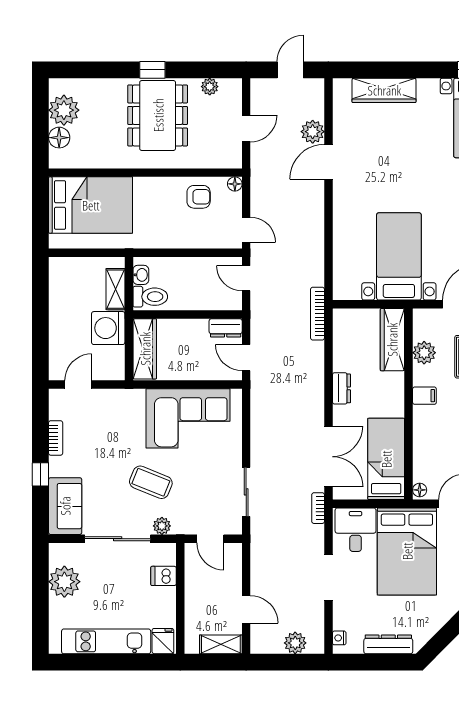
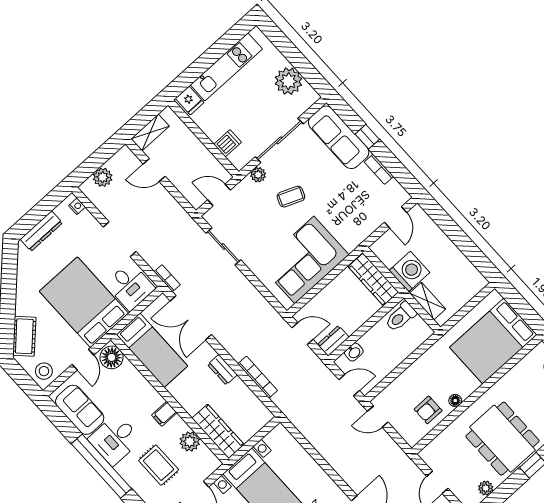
floor lamp: (235, 184) -> (455, 401), moved
washbasin: (141, 275) -> (354, 352), moved, turned -90
bookcase: (317, 314) -> (258, 377), moved
coffee table: (151, 482) -> (291, 197), width x0.73, depth x0.77
floor lamp: (420, 490) -> (112, 357), width x1.89, depth x1.89
sofa: (65, 506) -> (339, 137), width x1.36

